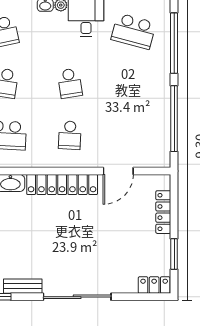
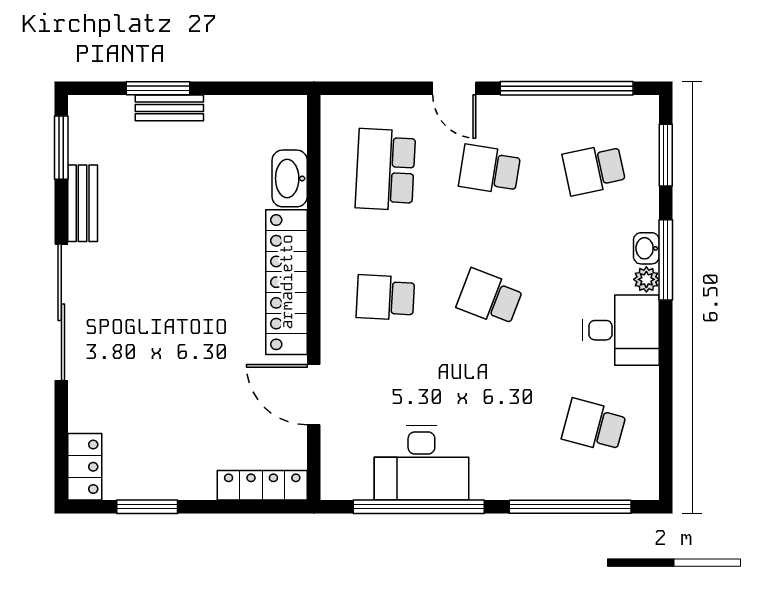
school desk: (134, 31) -> (594, 426), width x0.54
school desk: (70, 83) -> (490, 298), turned 30
desk: (152, 117) -> (421, 463), added
locker: (163, 212) -> (262, 485), moved

